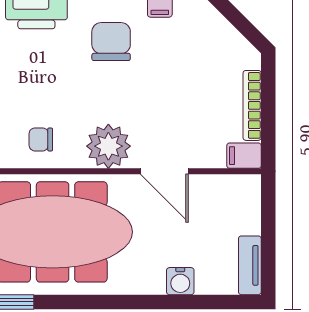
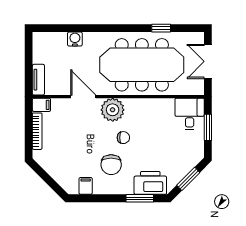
chair: (41, 139) -> (123, 138), moved
tv unit: (250, 265) -> (38, 80), moved

